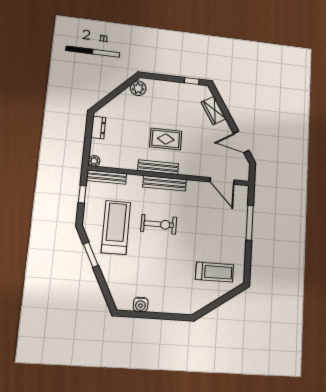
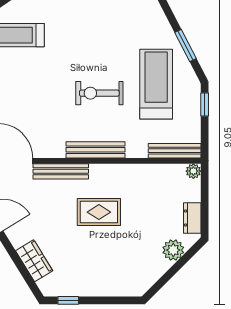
plant: (138, 88) -> (173, 250), moved
bench: (158, 167) -> (61, 171), moved
window: (82, 194) -> (205, 105), moved
treadmill: (116, 227) -> (156, 84), turned 180

